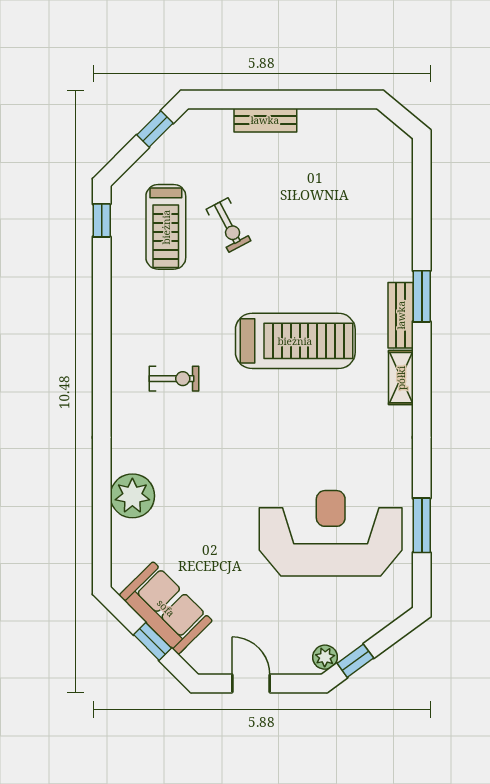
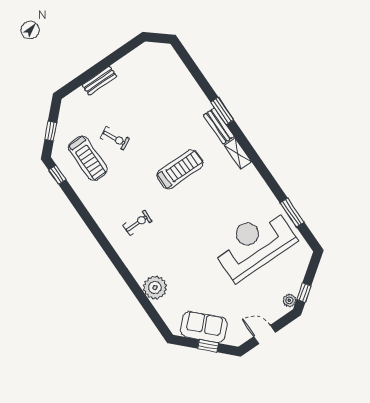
window: (155, 129) -> (51, 131), moved
treadmill: (295, 341) -> (180, 169), width x0.73, depth x0.73

